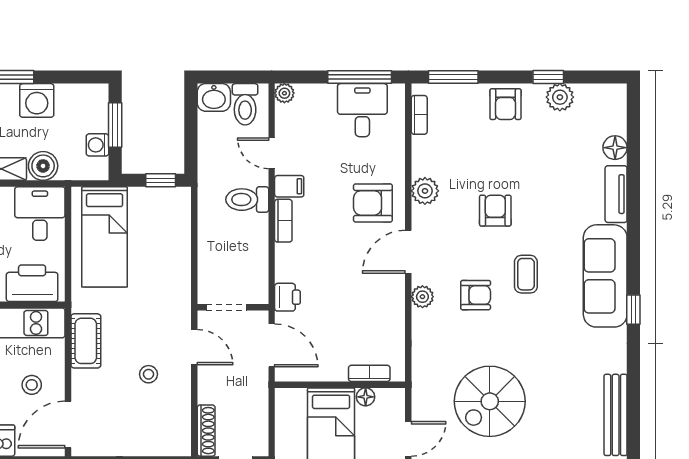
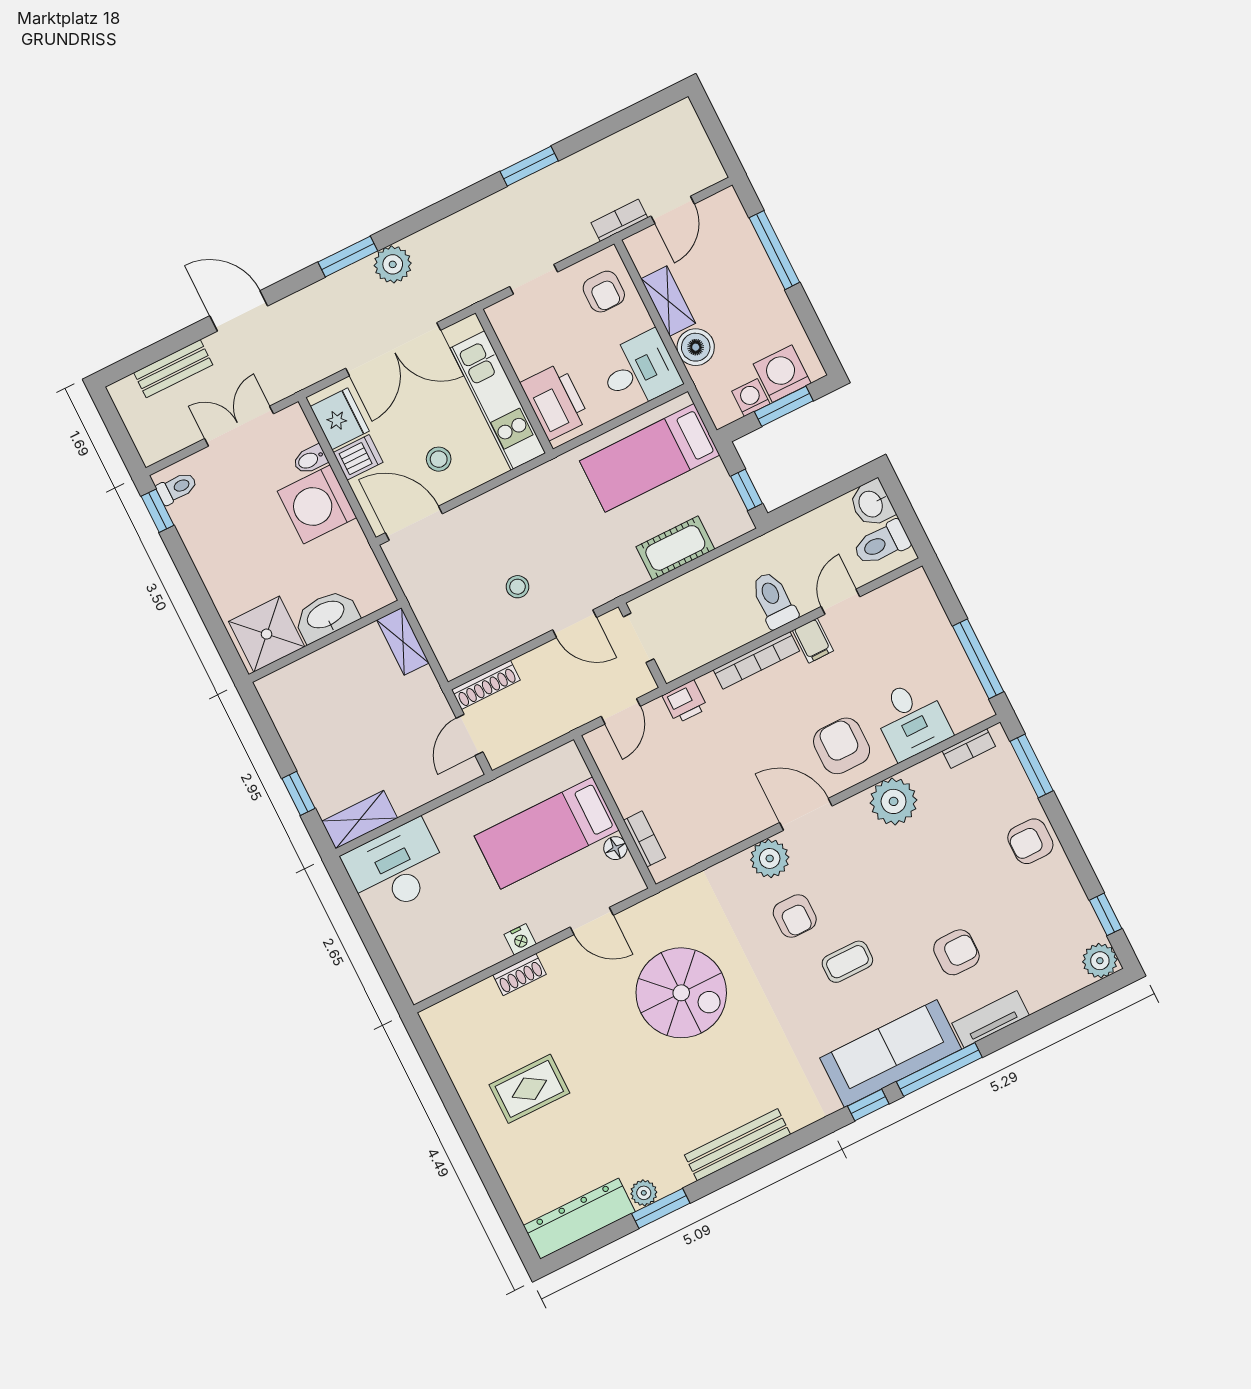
window: (548, 77) -> (1106, 914), moved
plant: (284, 93) -> (917, 582), removed
plant: (560, 97) -> (1100, 961), moved
washing machine: (37, 100) -> (782, 374), moved, turned 90
desk: (362, 110) -> (911, 719), moved, turned 90
floor lamp: (615, 148) -> (1043, 991), removed
plant: (425, 191) -> (894, 801), width x1.36, depth x1.36
armchair: (495, 211) -> (956, 952), moved
bookcase: (283, 221) -> (756, 660), width x1.56
window: (633, 248) -> (939, 1070), added
plant: (422, 297) -> (770, 858), width x1.38, depth x1.38
cot: (86, 341) -> (675, 548), moved
door: (272, 345) -> (621, 711), width x0.73
door: (194, 347) -> (575, 624), hinge flipped
spiral stairs: (490, 401) -> (681, 993), turned 180

